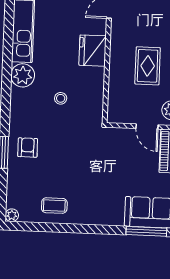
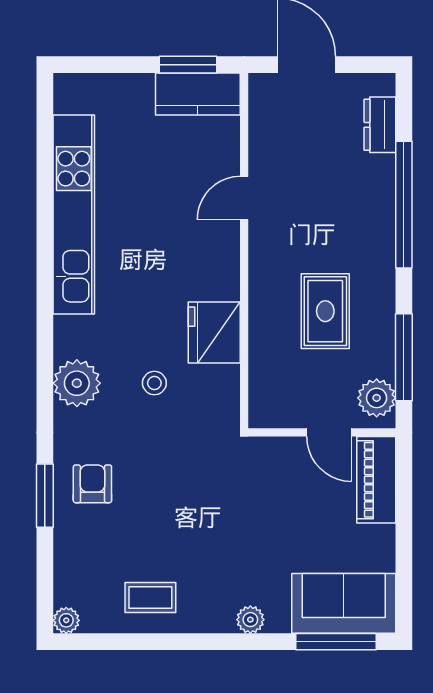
fridge: (93, 51) -> (214, 333), moved
plant: (23, 75) -> (77, 383), moved
plant: (104, 219) -> (250, 620), added

